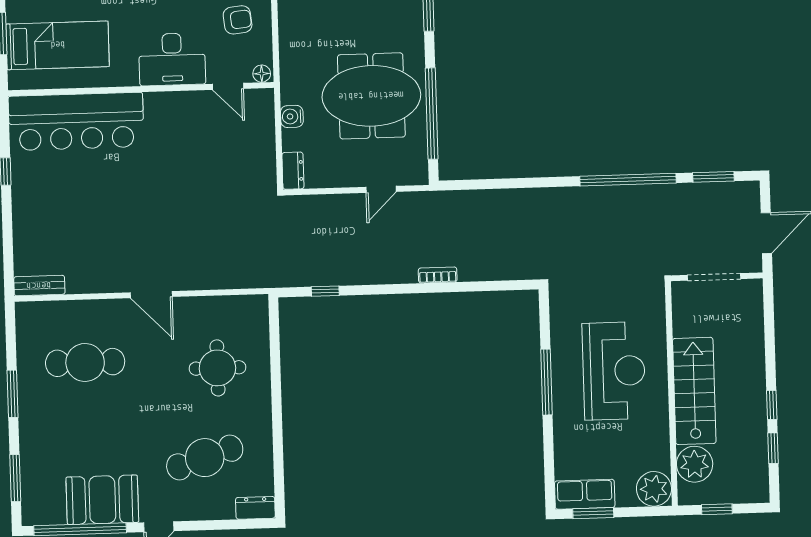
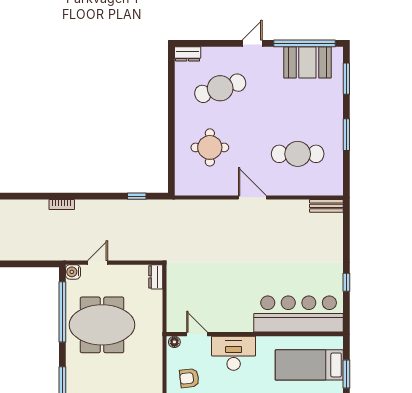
water cooler: (292, 116) -> (73, 272), moved, turned 180
booth: (102, 500) -> (307, 62), moved

